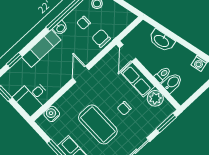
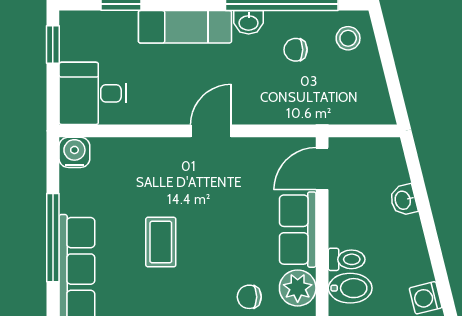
chair: (101, 38) -> (301, 103), removed
washbasin: (162, 41) -> (403, 200), width x0.52, depth x0.69
chair: (124, 108) -> (249, 297), moved
water cooler: (52, 114) -> (74, 152), moved
coffee table: (98, 124) -> (161, 242), width x0.54, depth x0.58

